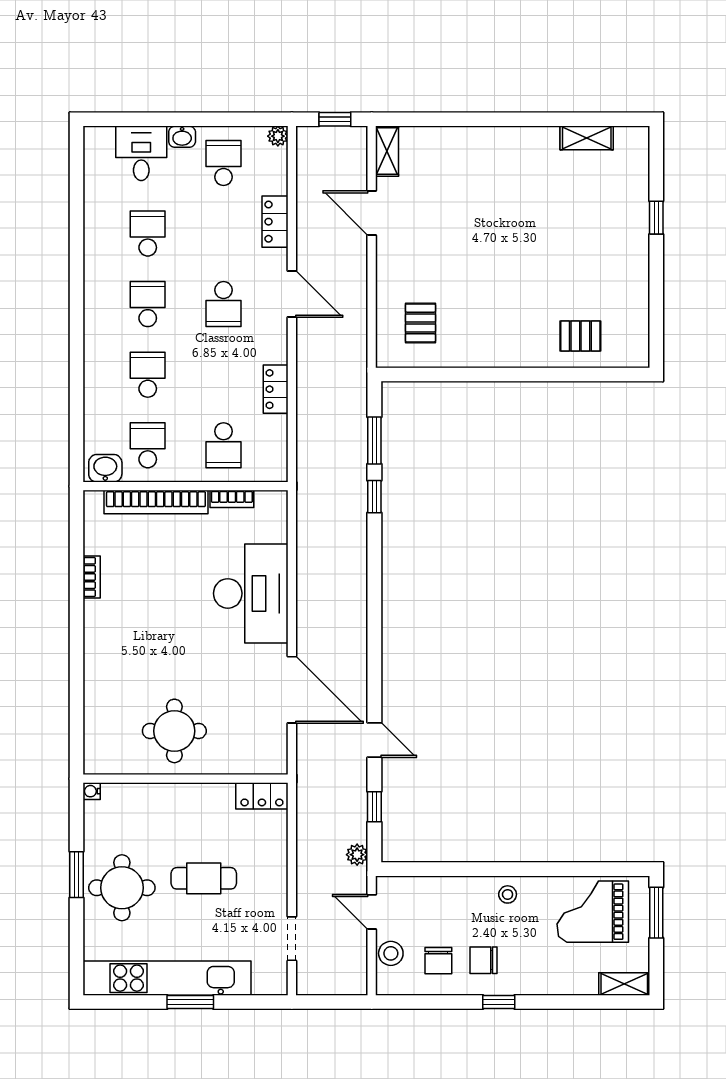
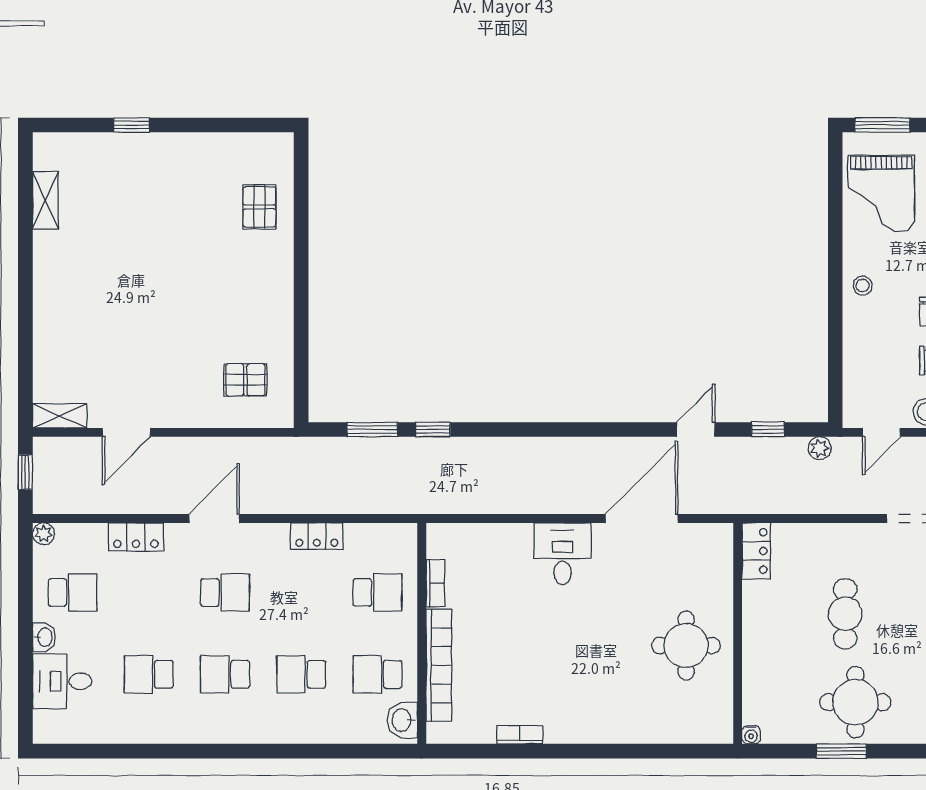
school desk: (223, 163) -> (72, 592), turned 180
desk: (251, 593) -> (563, 554), width x0.53, depth x0.77

